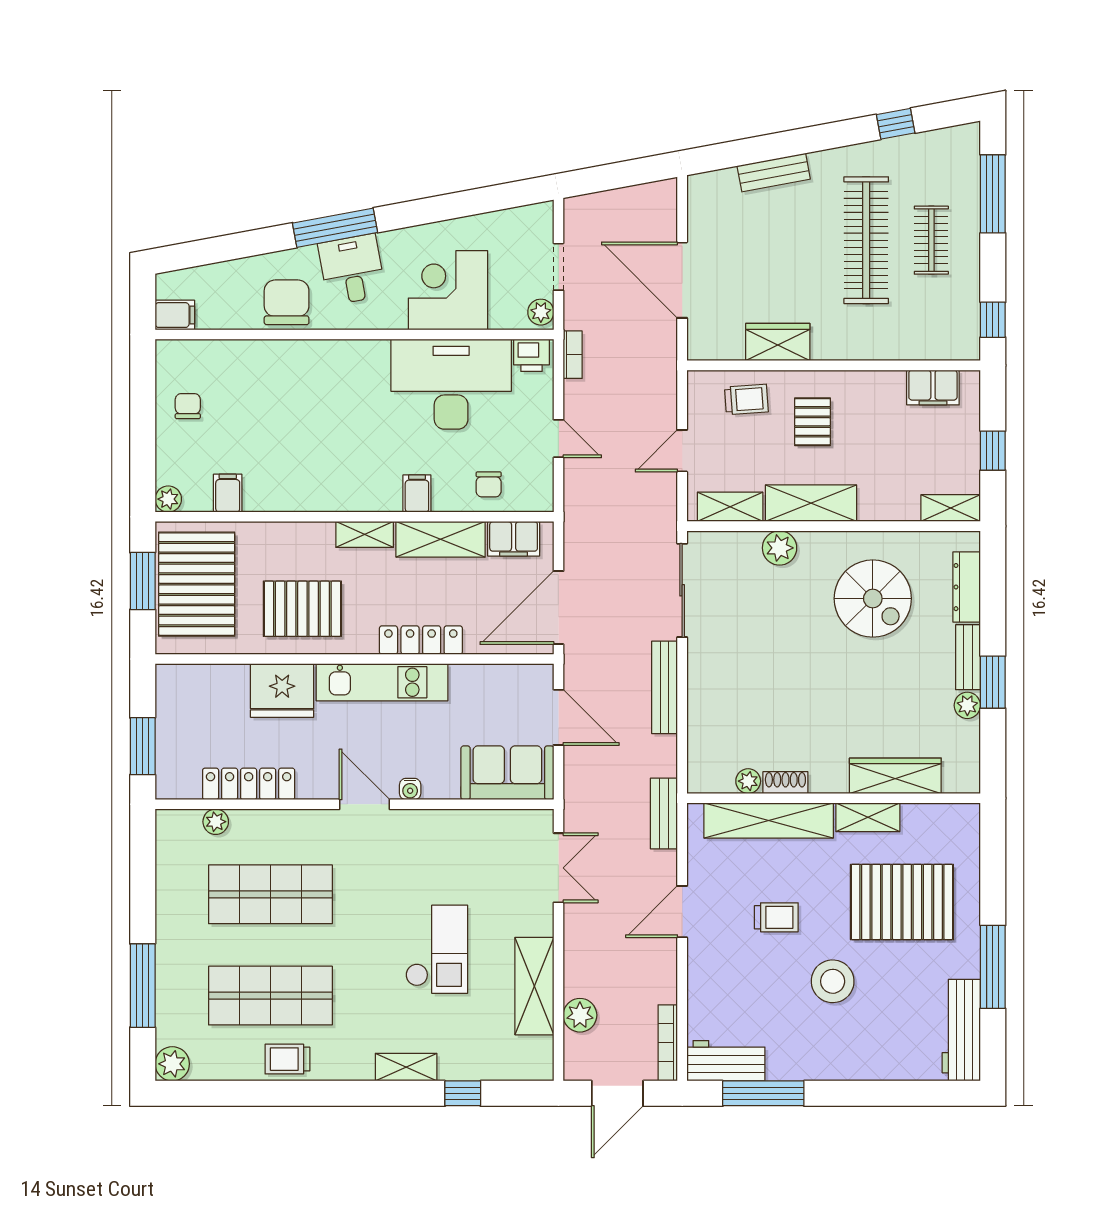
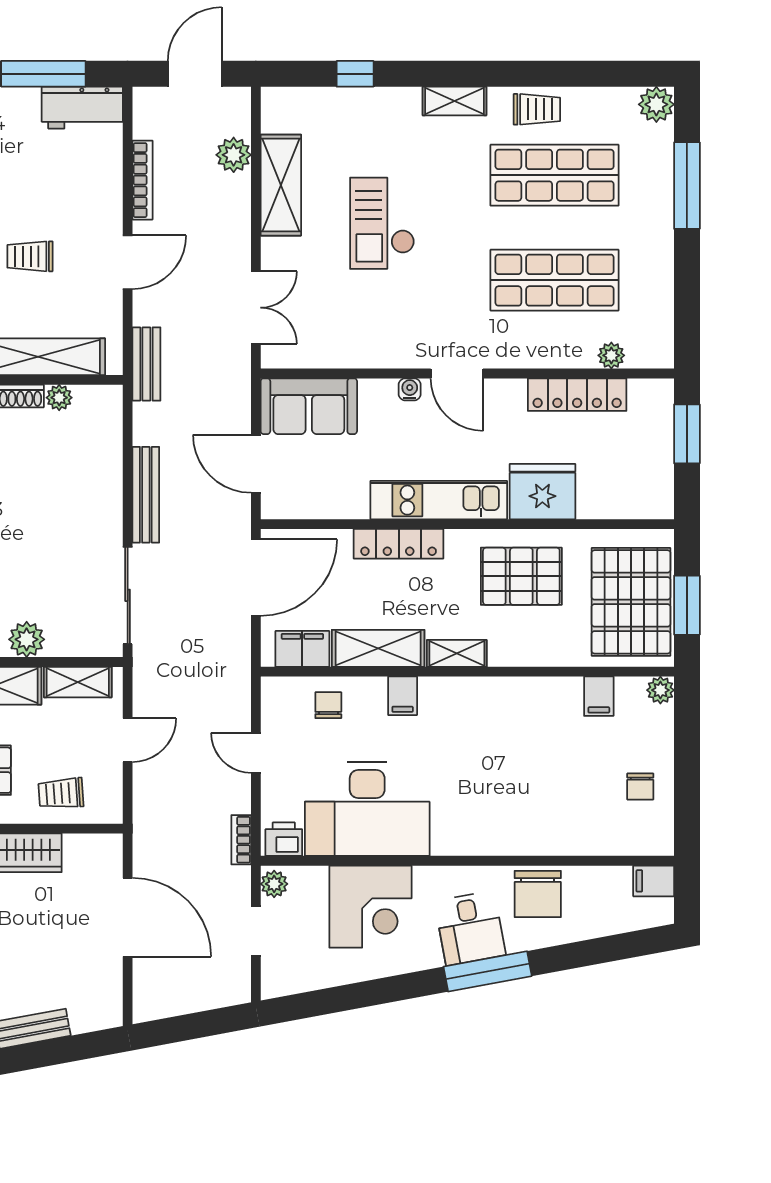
double door: (558, 868) -> (256, 308), swing flipped
bookcase: (668, 1043) -> (143, 180), moved
shelving: (406, 1067) -> (454, 101), moved

